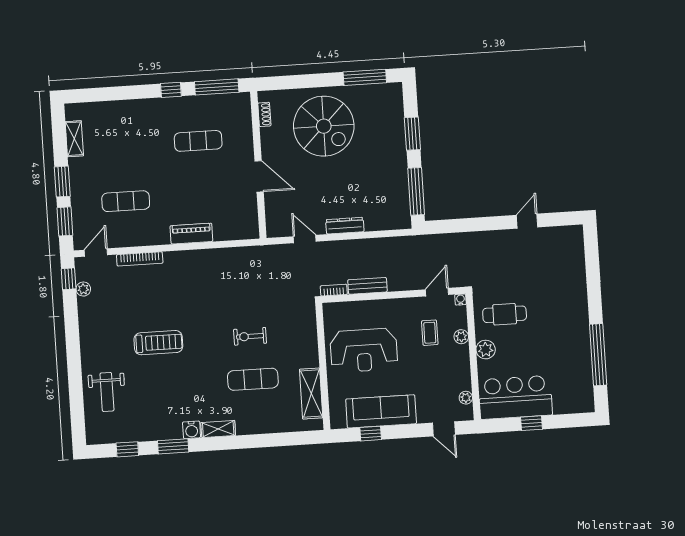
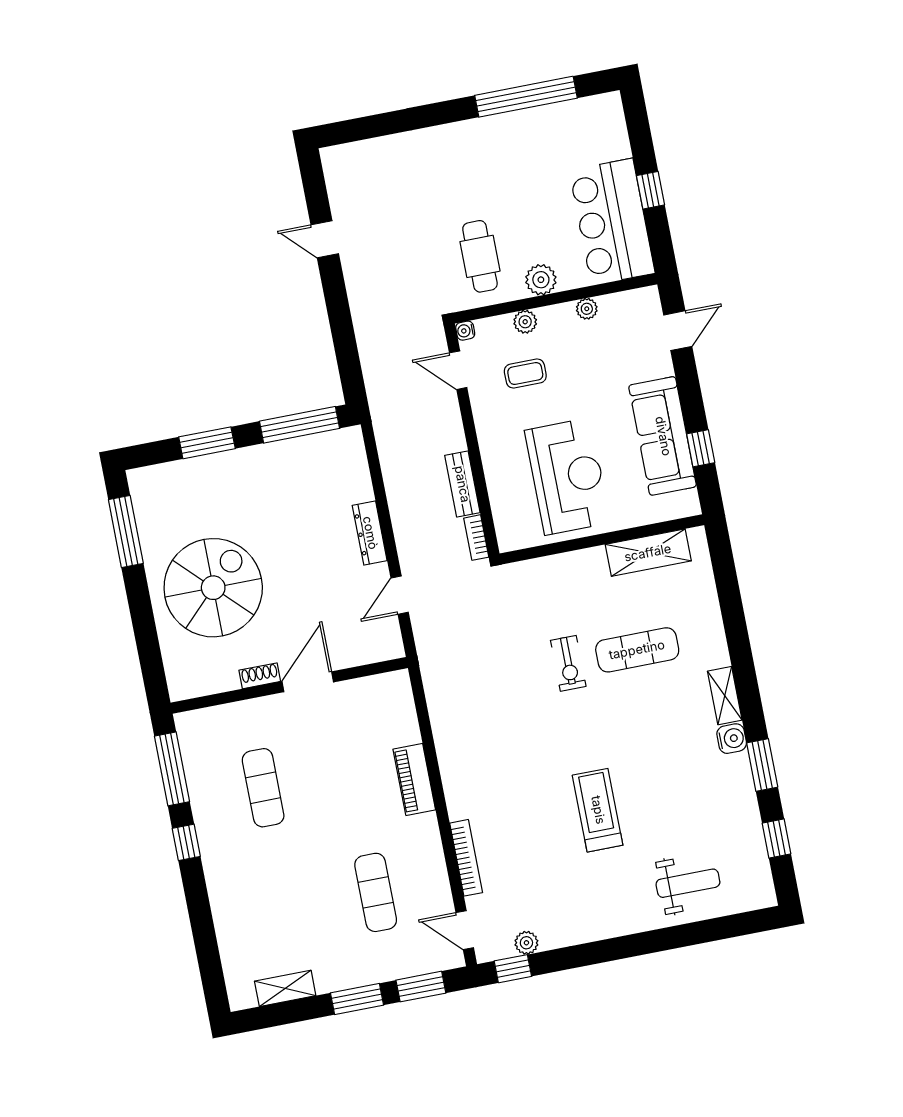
shoe rack: (264, 114) -> (260, 676), moved
exercise mat: (253, 379) -> (637, 650), turned 90
plant: (466, 398) -> (587, 309), moved

